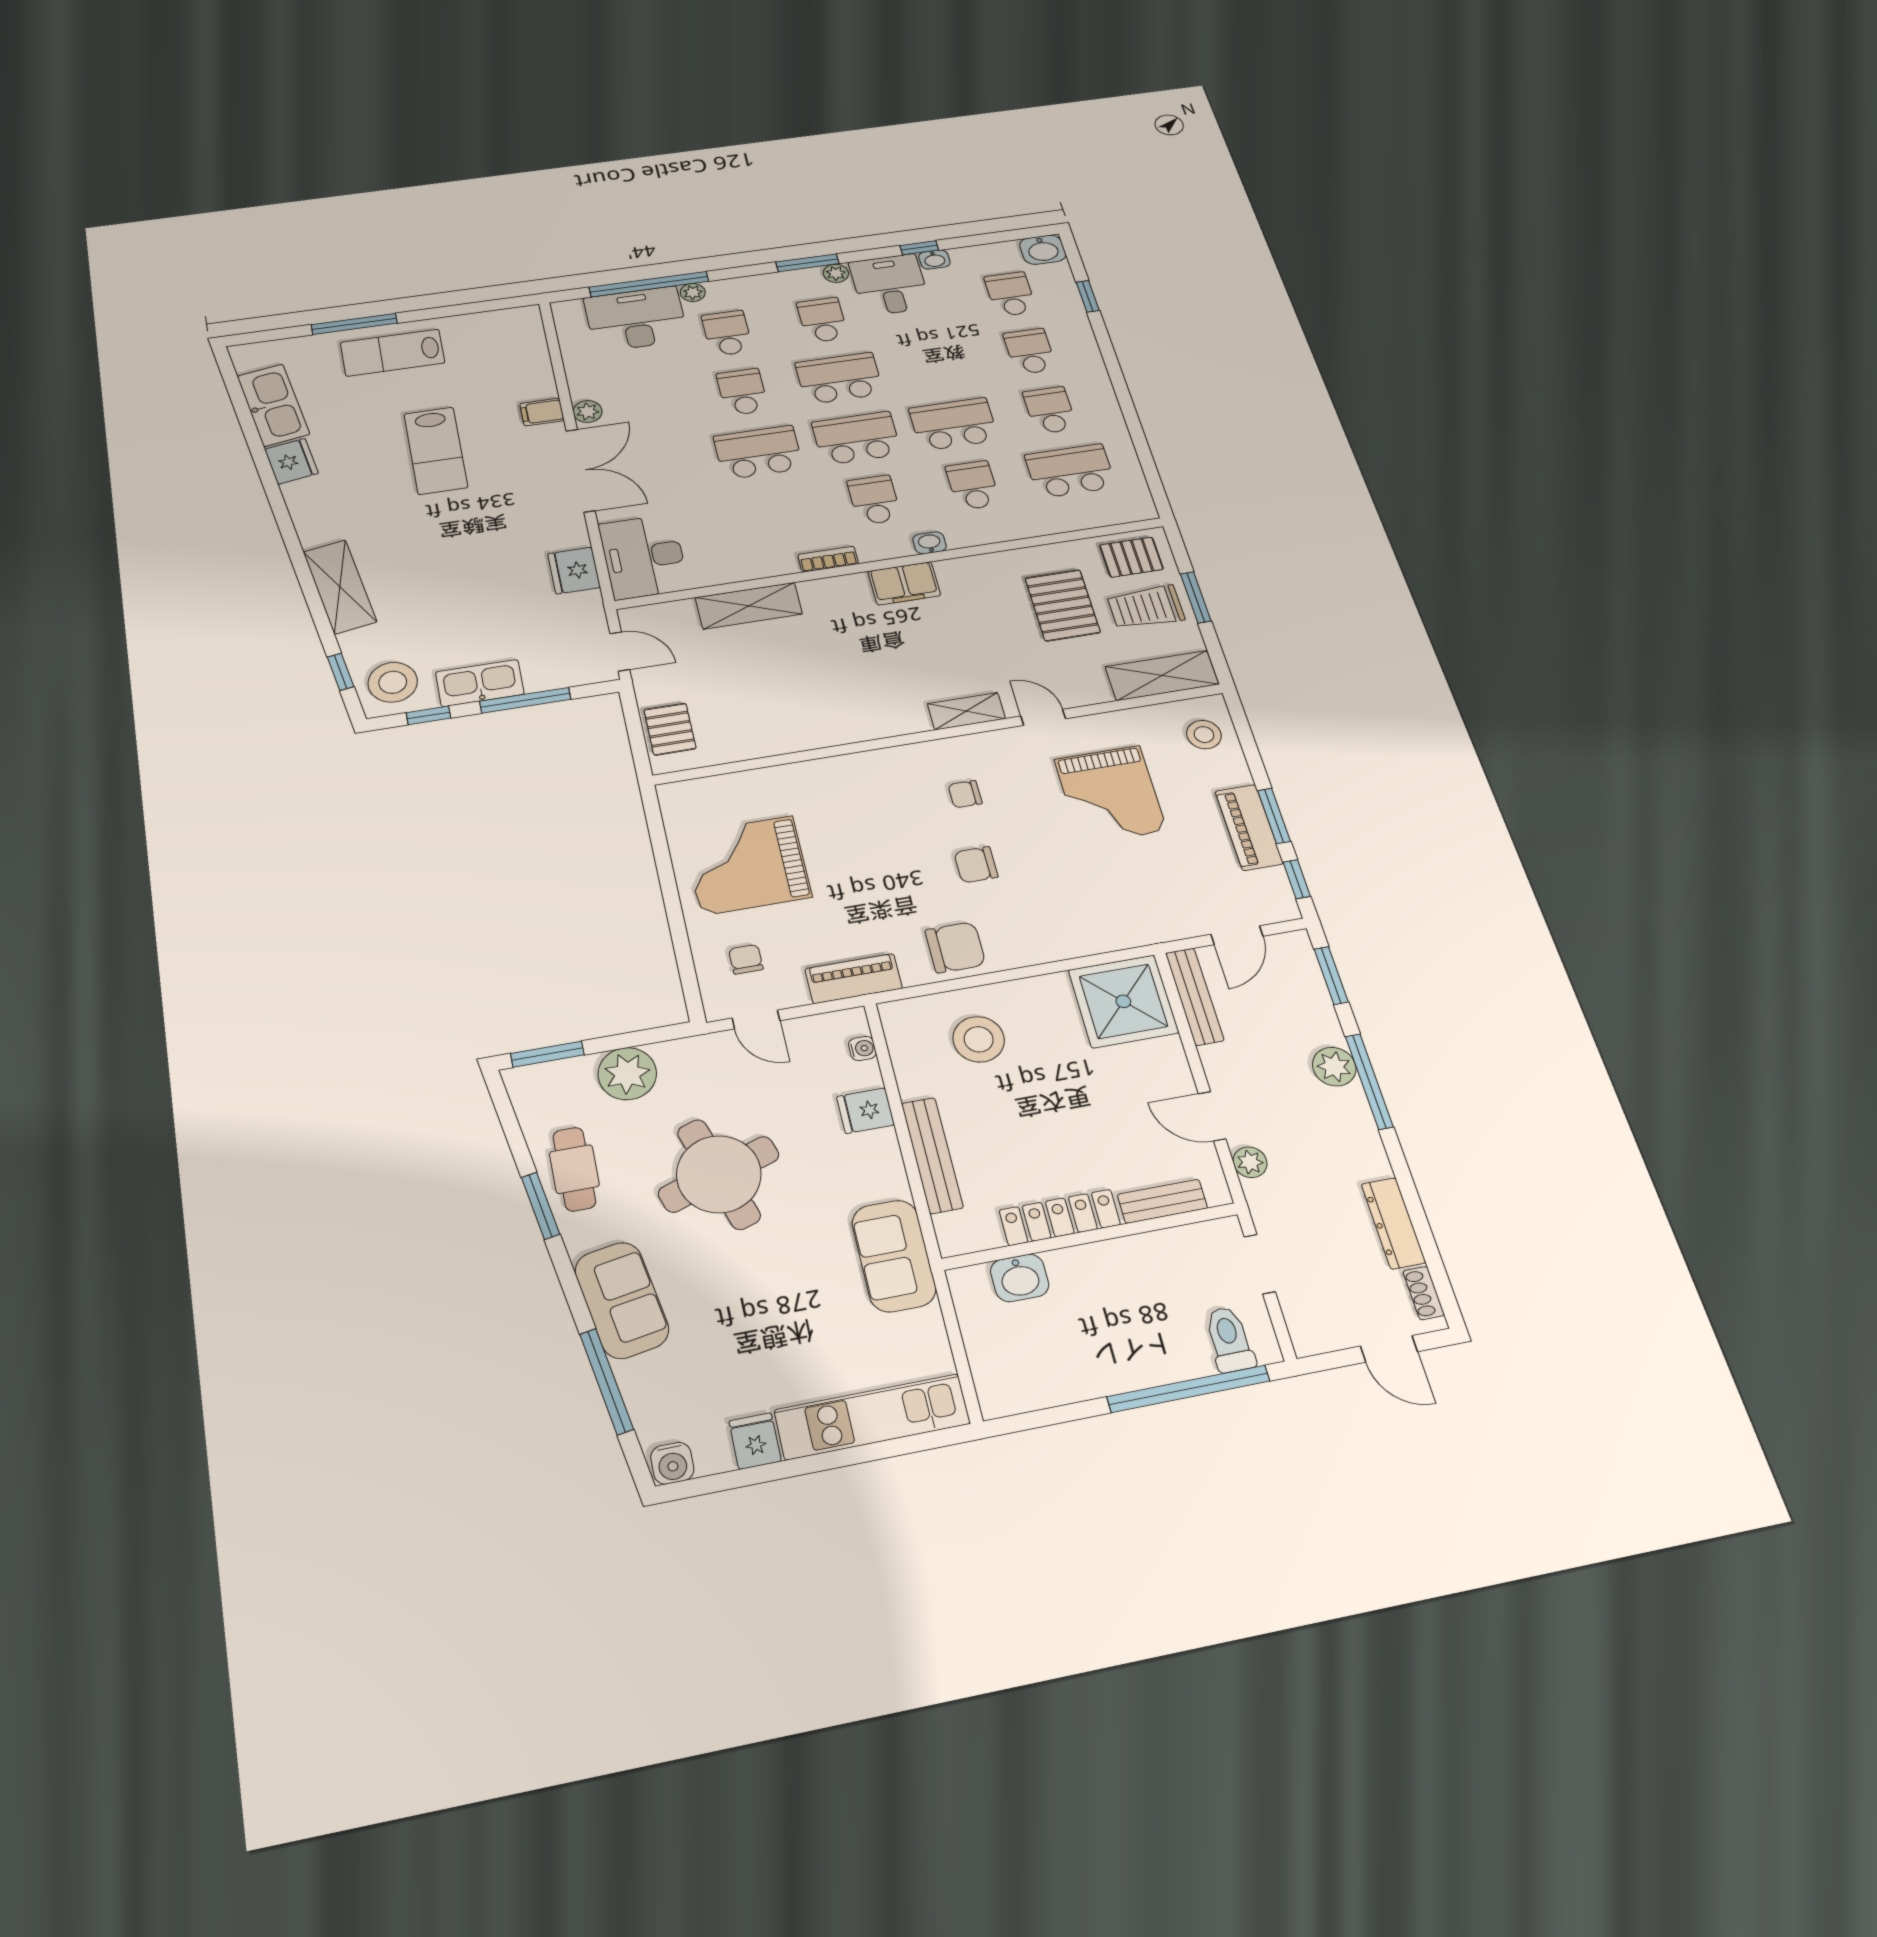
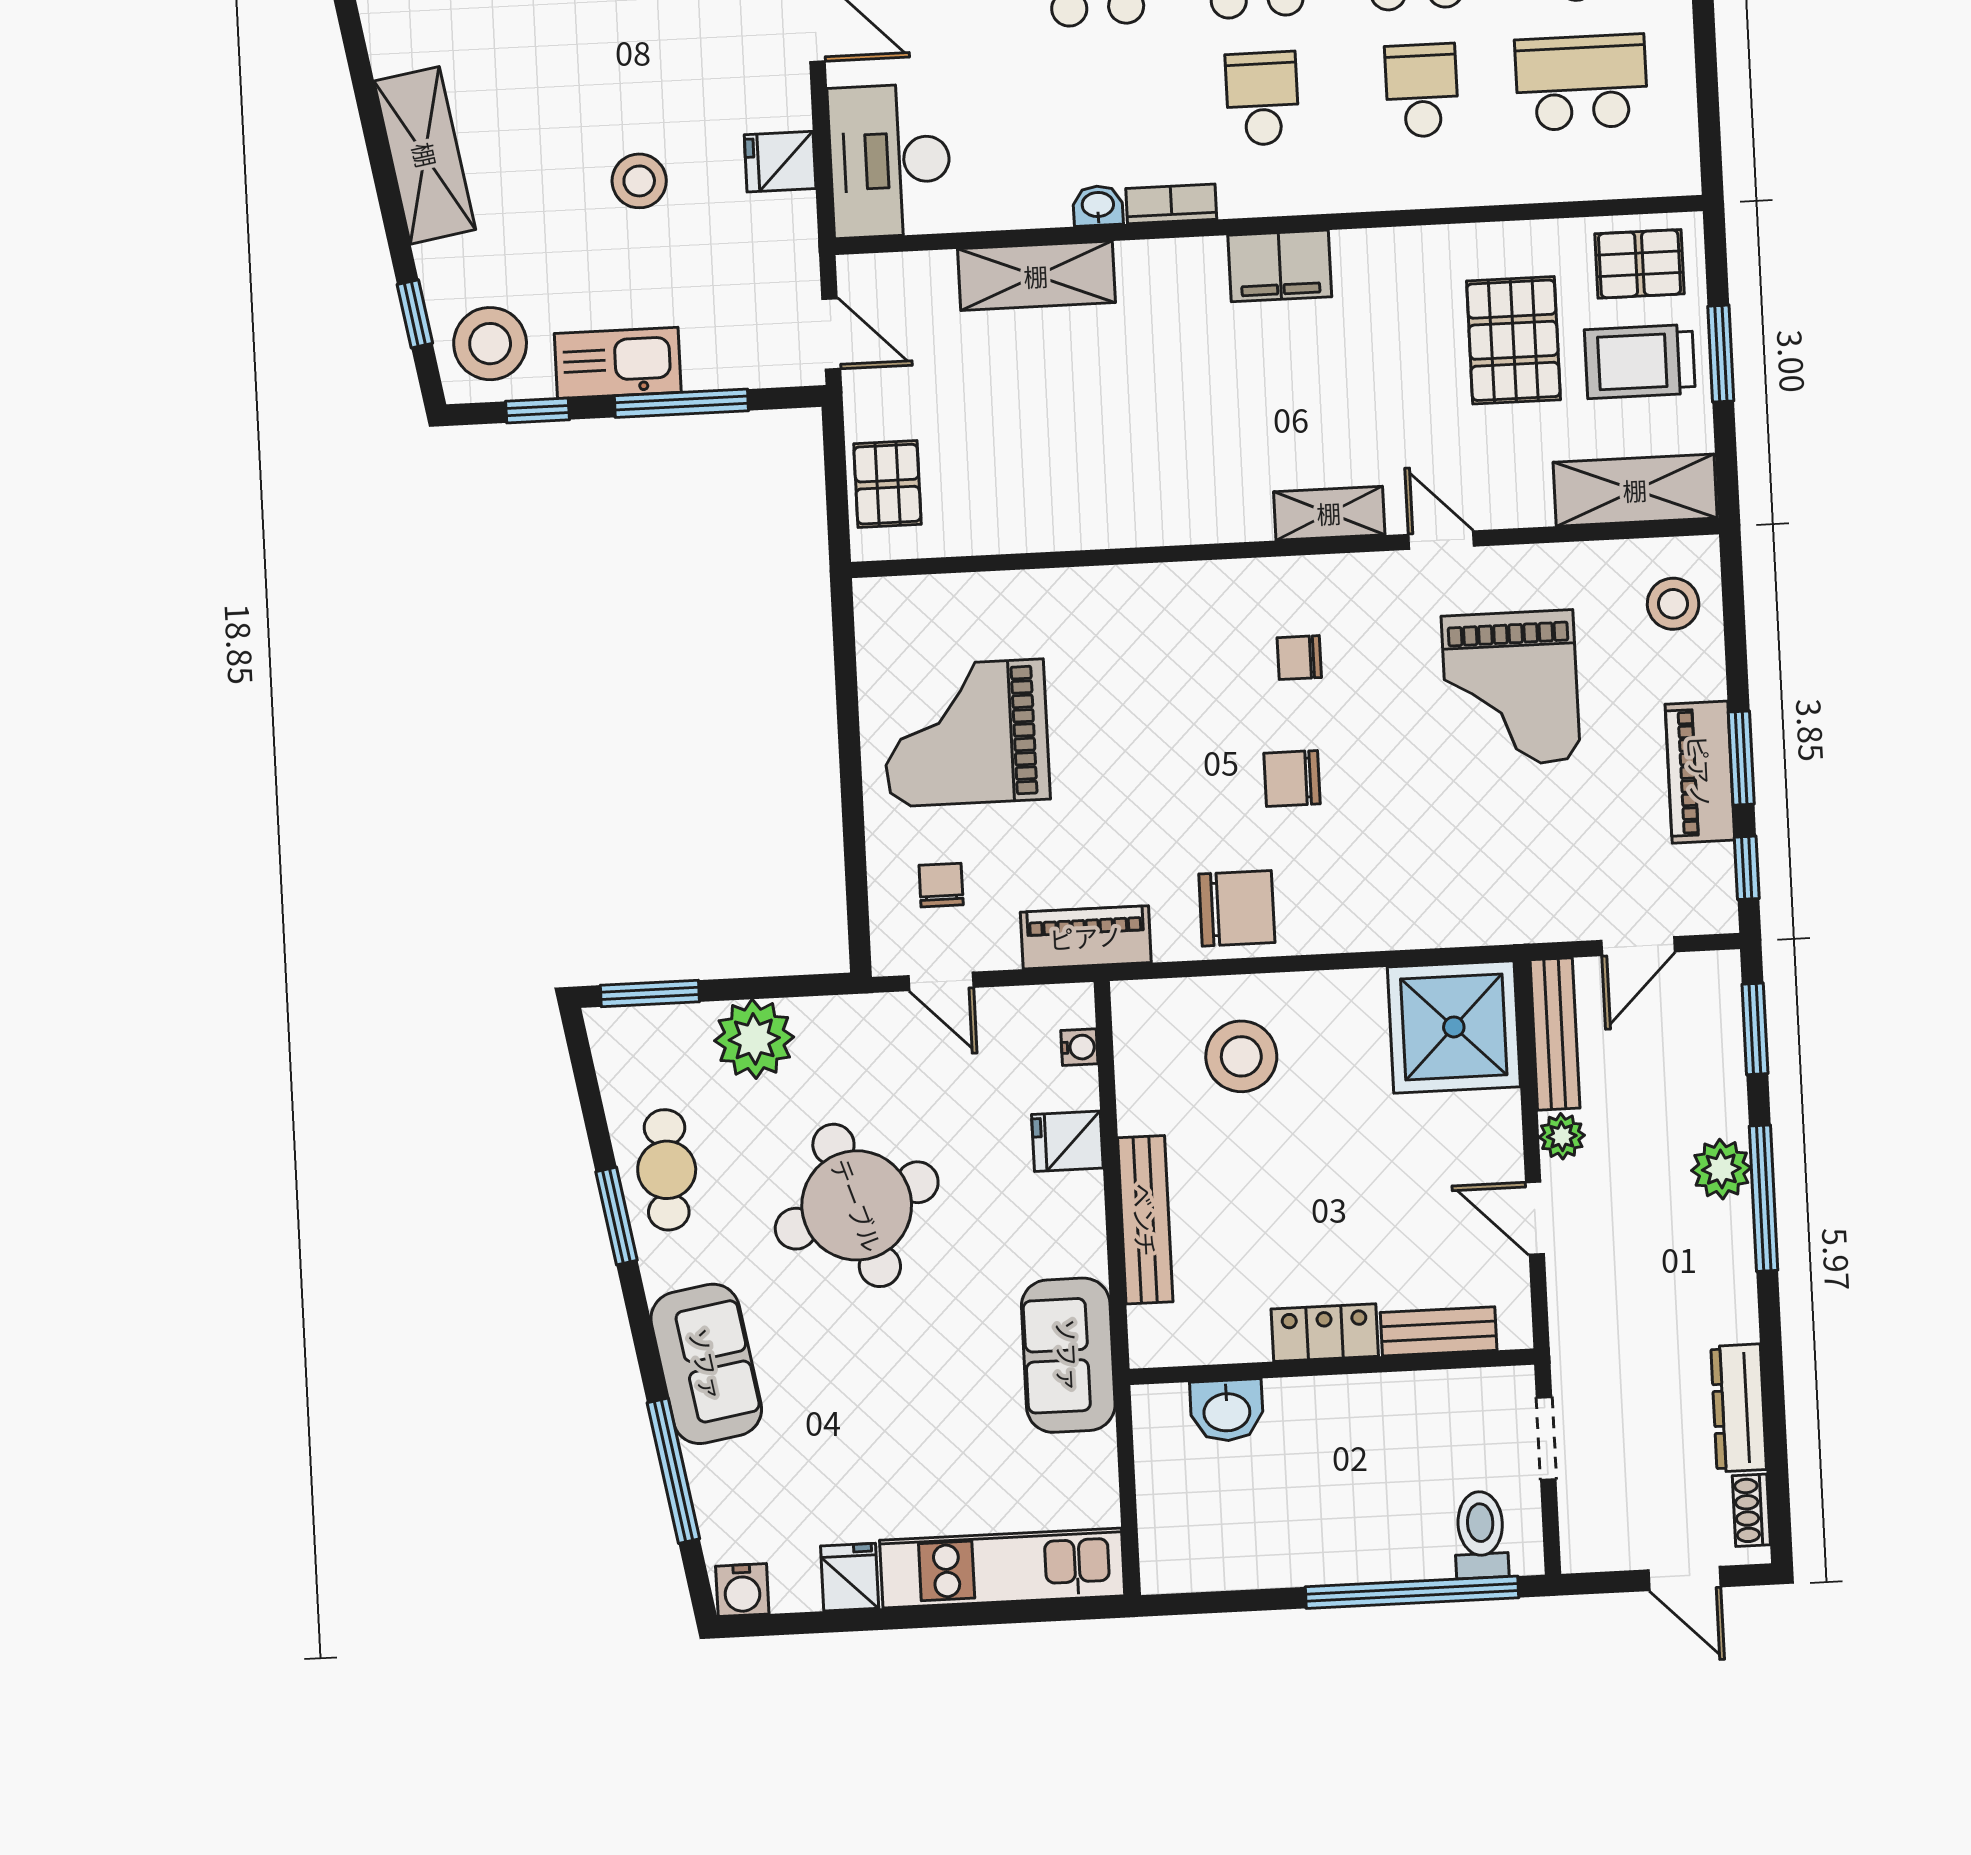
washbasin: (930, 543) -> (1098, 206), moved
fridge: (574, 570) -> (780, 162), width x0.72
stool: (482, 585) -> (639, 181), added
plant: (1250, 1162) -> (1562, 1136), moved
locker: (1060, 1217) -> (1325, 1333), width x0.66

